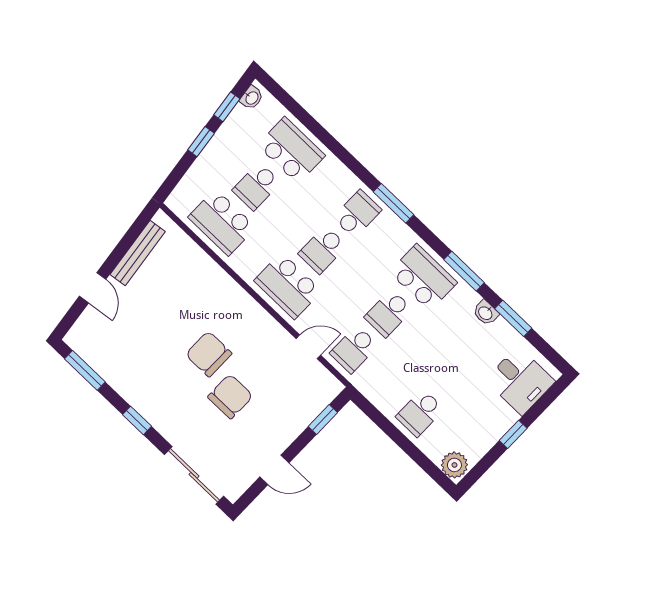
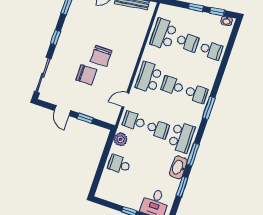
school desk: (291, 150) -> (211, 50), width x0.54
school desk: (257, 186) -> (187, 42), turned 180
school desk: (389, 313) -> (158, 129), turned 180
washbasin: (486, 313) -> (178, 167), width x1.91, depth x1.45
door: (308, 347) -> (125, 100), swing flipped
chair: (209, 354) -> (101, 56), turned 180
window: (323, 420) -> (85, 118), moved
plant: (454, 465) -> (121, 139), moved

